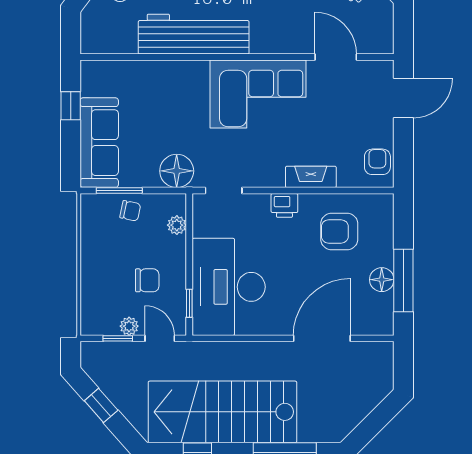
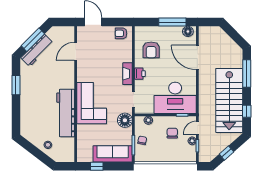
corner sofa: (258, 94) -> (92, 103), moved
fireplace: (311, 177) -> (127, 74), moved
floor lamp: (382, 280) -> (188, 31), moved

